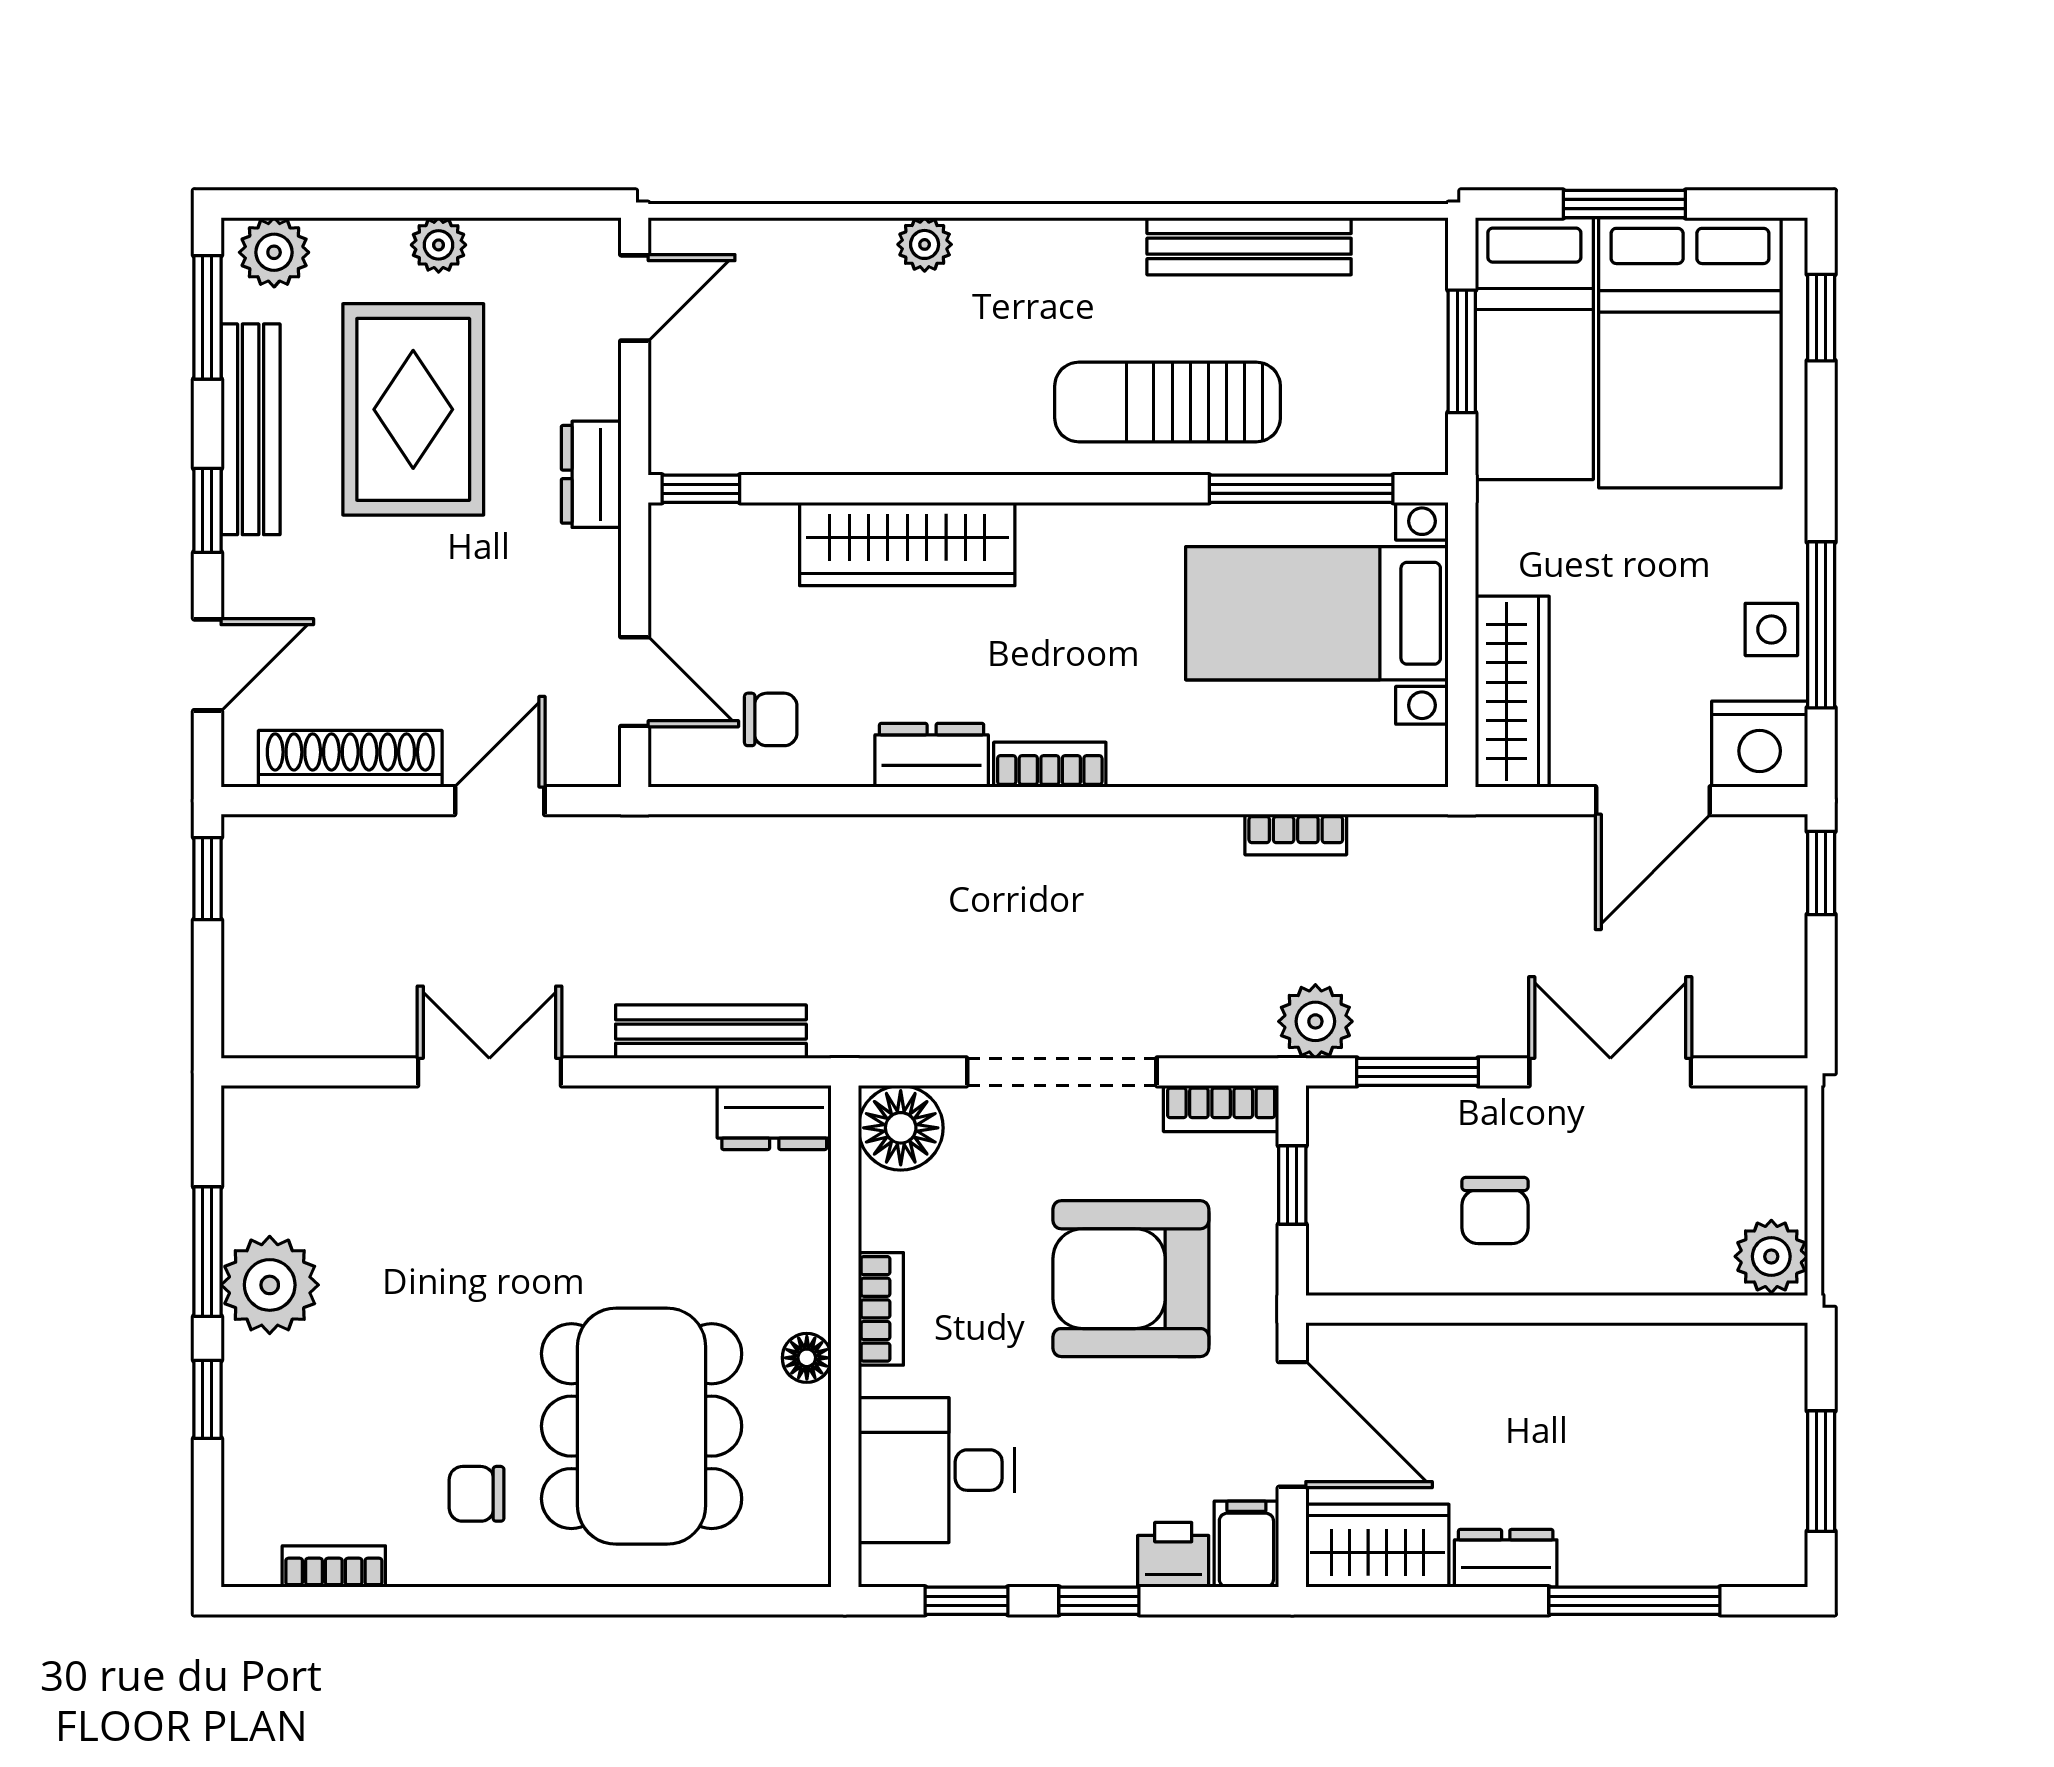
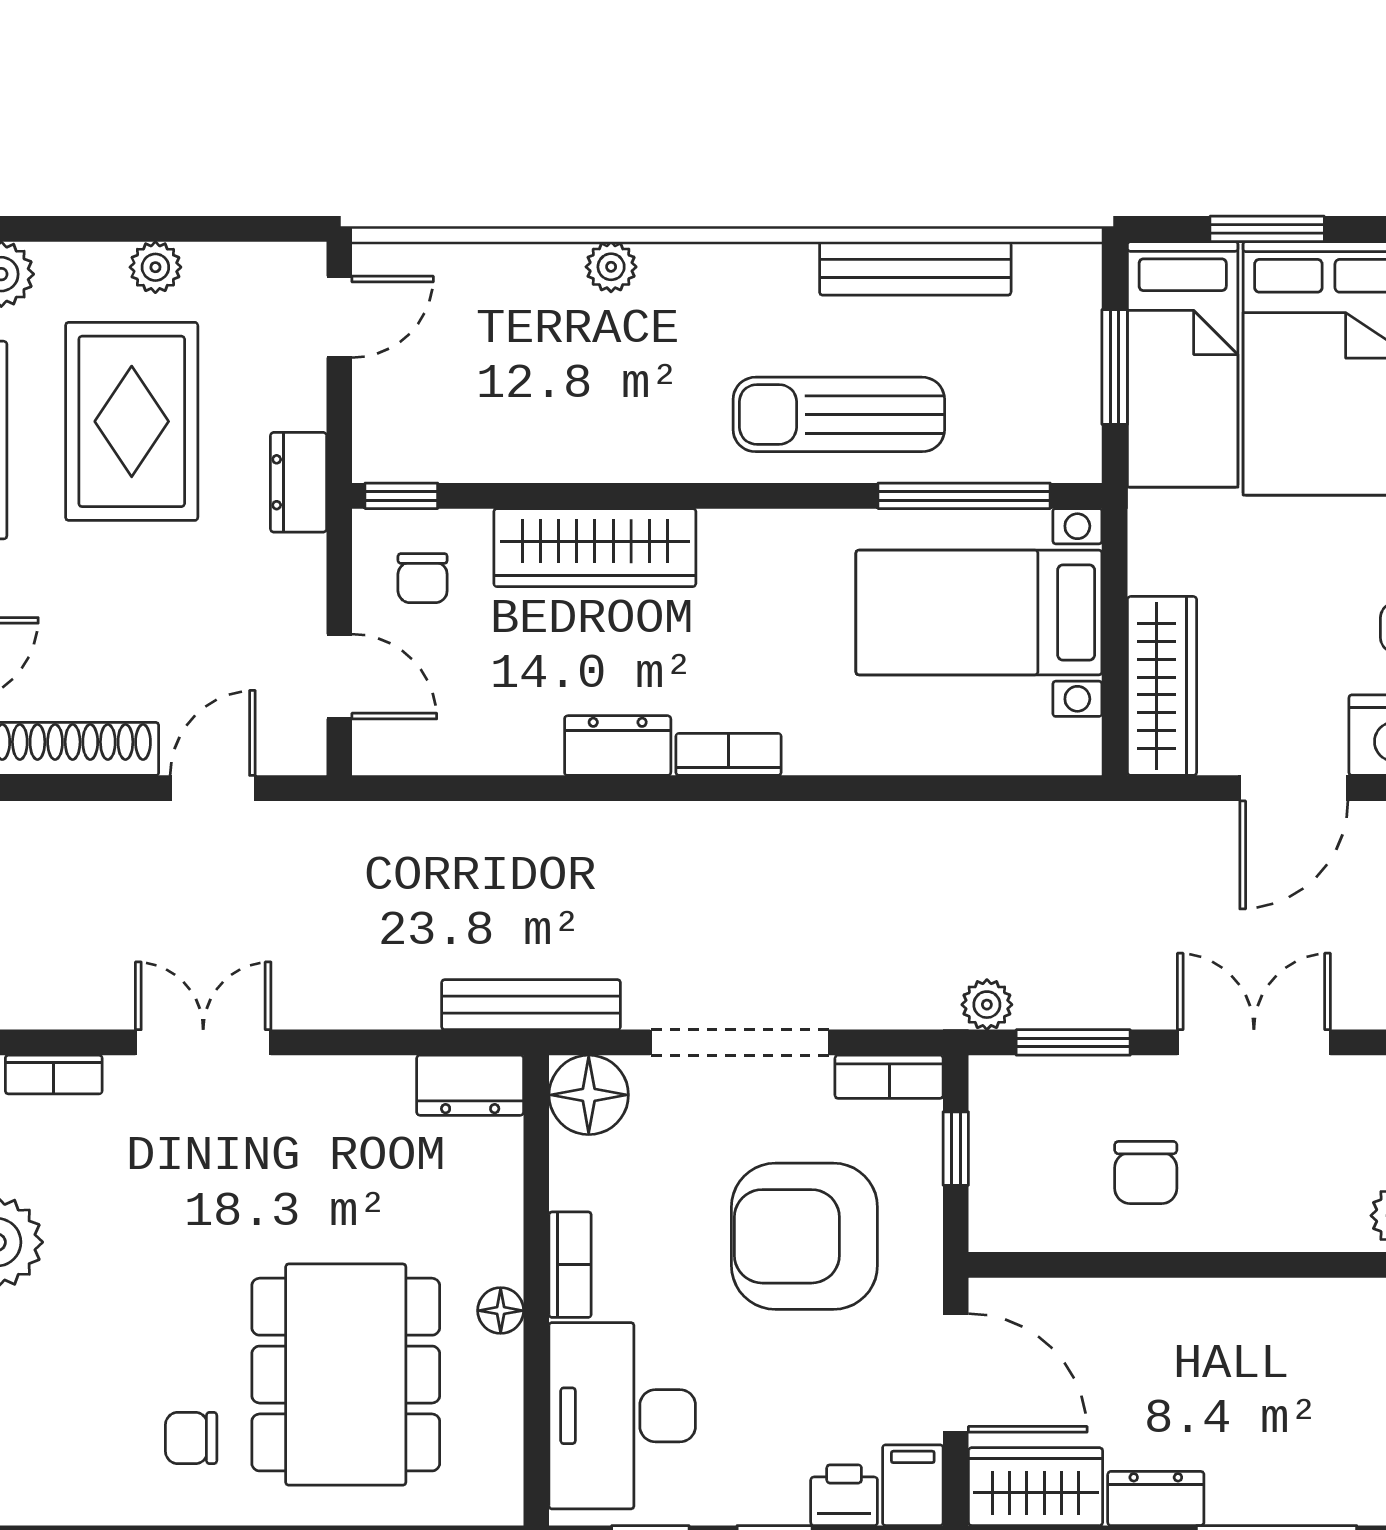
chair: (771, 719) -> (423, 578), moved, turned 90
bookcase: (1296, 835) -> (959, 820), removed
plant: (1315, 1021) -> (987, 1005), width x0.73, depth x0.73
bench: (711, 1032) -> (531, 1005), moved
desk: (936, 1470) -> (622, 1416), width x1.37
bookcase: (334, 1566) -> (54, 1075), moved, turned 180

